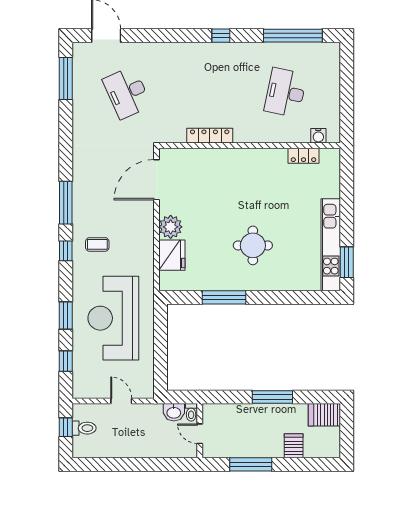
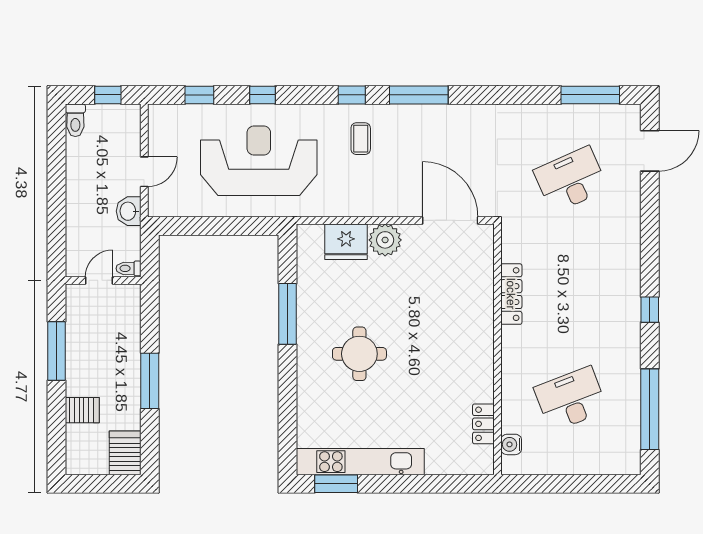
desk: (285, 93) -> (571, 399), turned -33
window: (66, 315) -> (263, 95), width x0.67
washbasin: (174, 412) -> (129, 211), moved
toilet: (84, 428) -> (75, 120), moved

